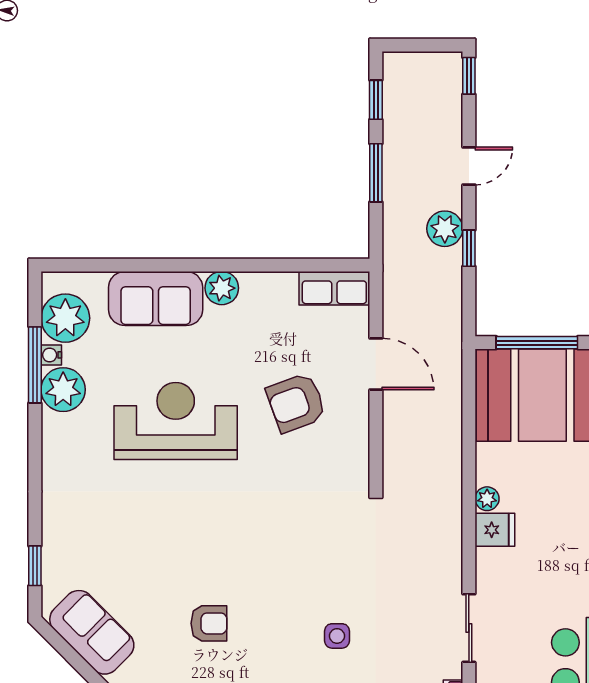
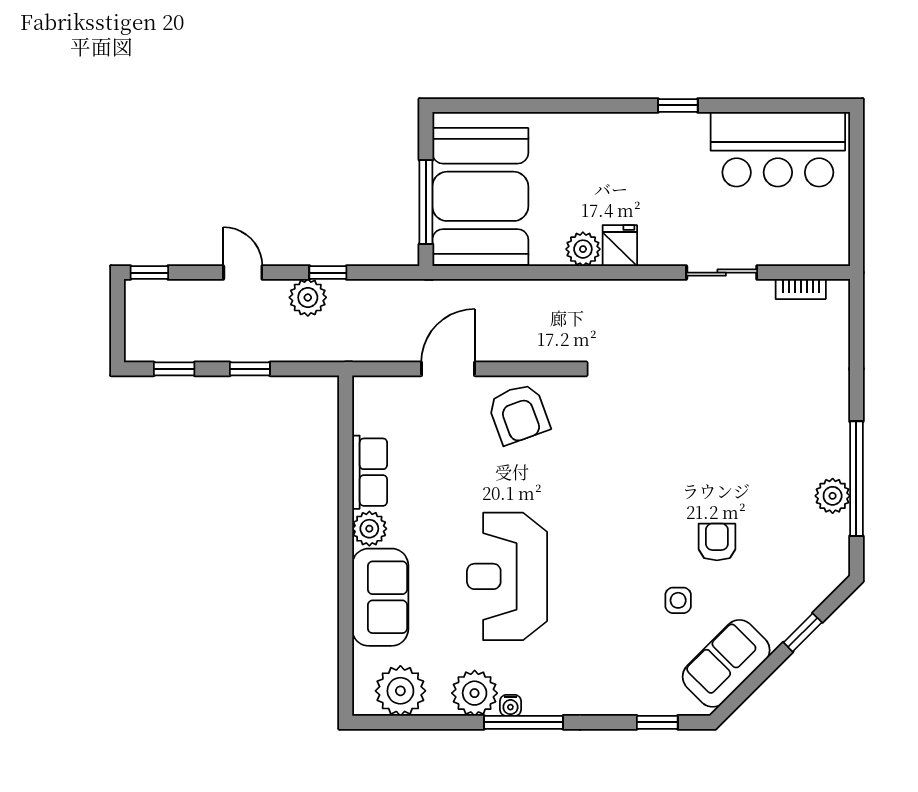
window: (376, 173) -> (250, 369), width x0.67
row of seats: (334, 288) -> (370, 472), moved
water cooler: (51, 355) -> (510, 705), moved
window: (35, 365) -> (524, 722), moved
armchair: (296, 403) -> (519, 414), moved
plant: (487, 499) -> (583, 249), width x1.38, depth x1.38
side table: (337, 636) -> (678, 600), moved

